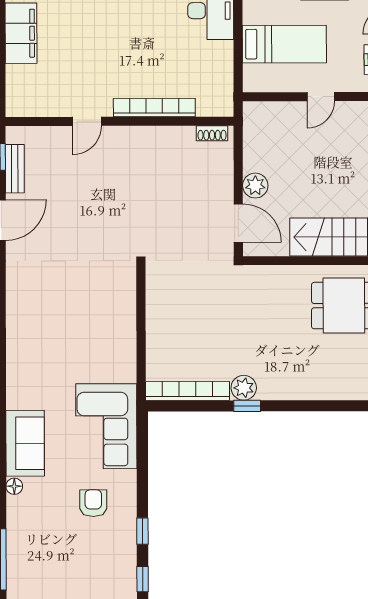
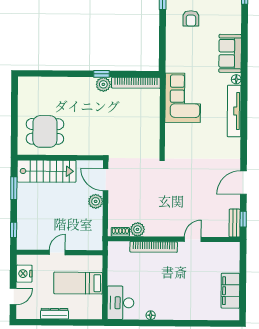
plant: (182, 138) -> (137, 229), added
bench: (15, 169) -> (235, 223), moved
tv unit: (17, 344) -> (234, 111), added
corner sofa: (106, 426) -> (183, 98), moved
floor lamp: (14, 486) -> (236, 79), moved

